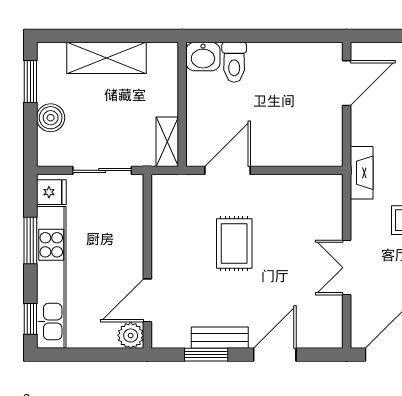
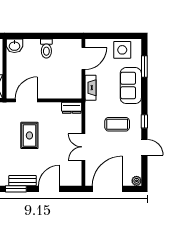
toilet: (234, 62) -> (46, 49), moved
fireplace: (362, 173) -> (91, 88), moved
dresser: (322, 186) -> (72, 108), added

